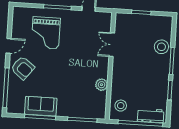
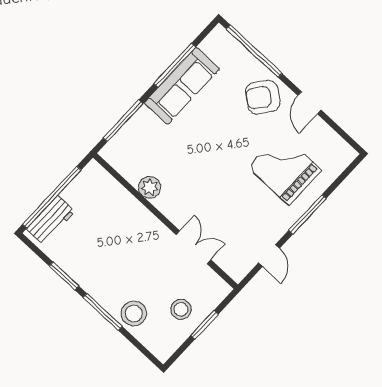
sofa: (41, 106) -> (182, 86), width x1.36
stool: (121, 106) -> (181, 309), moved

